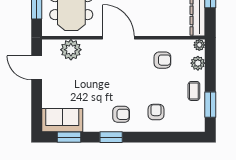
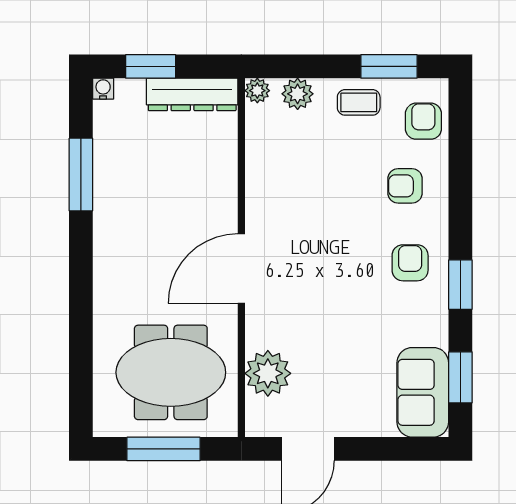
armchair: (162, 60) -> (423, 121), moved

